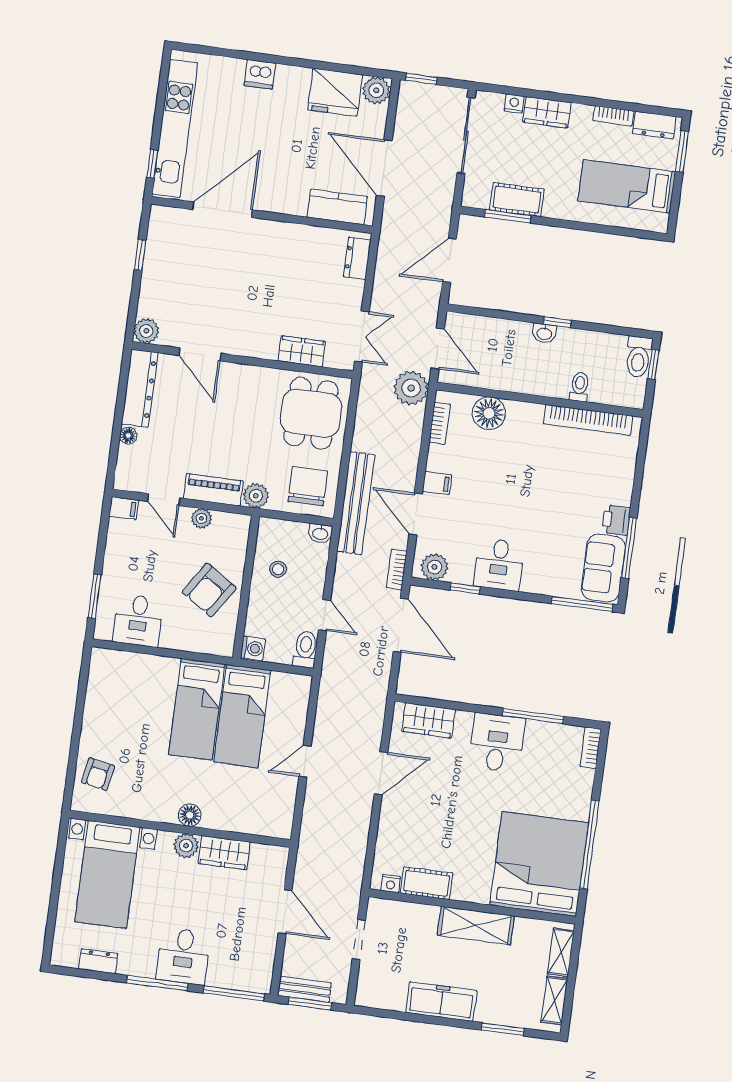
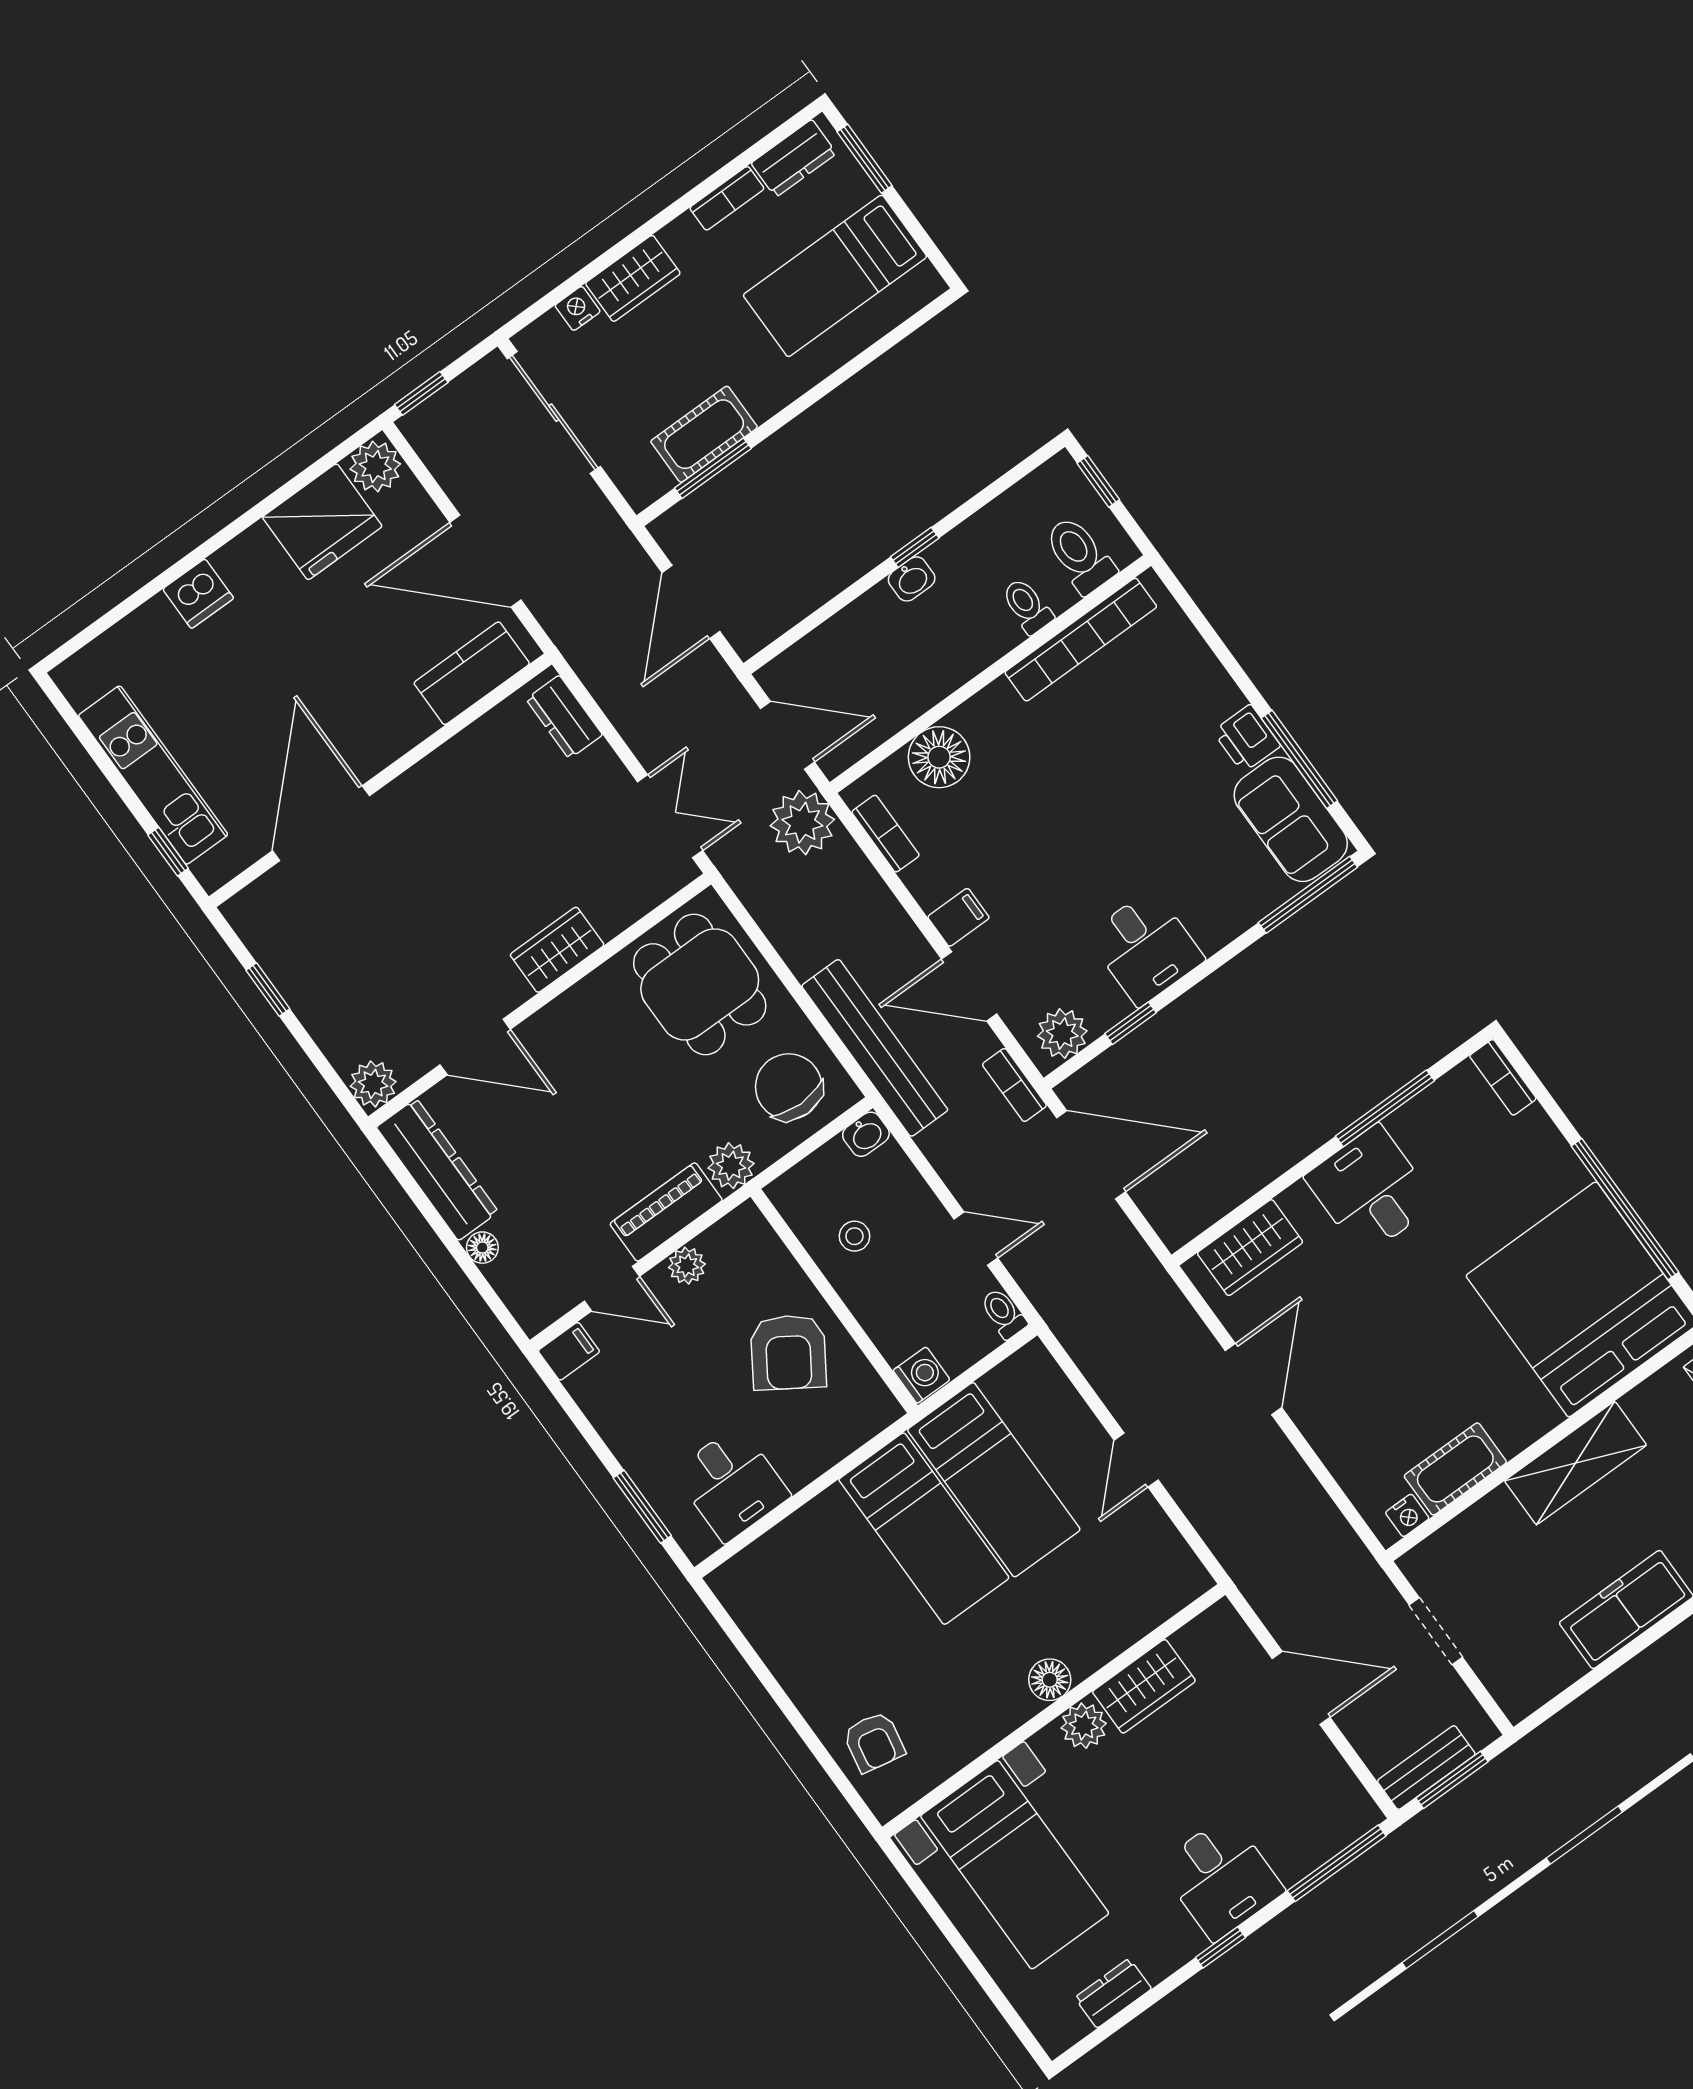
kitchen unit: (175, 129) -> (153, 775), width x0.73
wardrobe: (302, 351) -> (557, 950), moved
toilet: (638, 357) -> (1080, 555), moved, turned 180
toilet: (305, 649) -> (1003, 1313), width x0.73, depth x0.72
window: (157, 983) -> (1220, 1947), width x0.46

